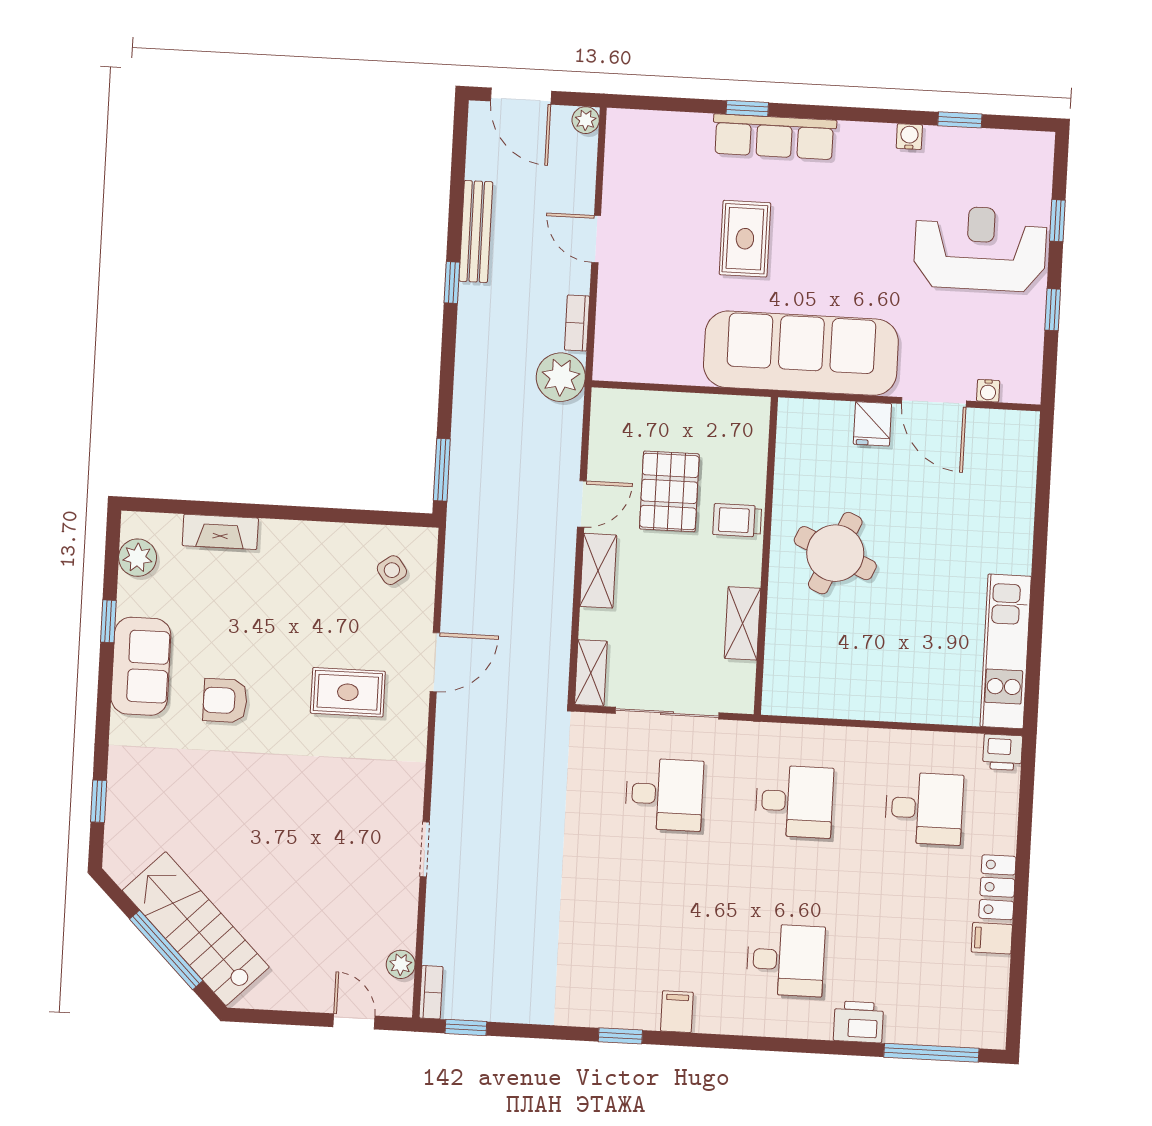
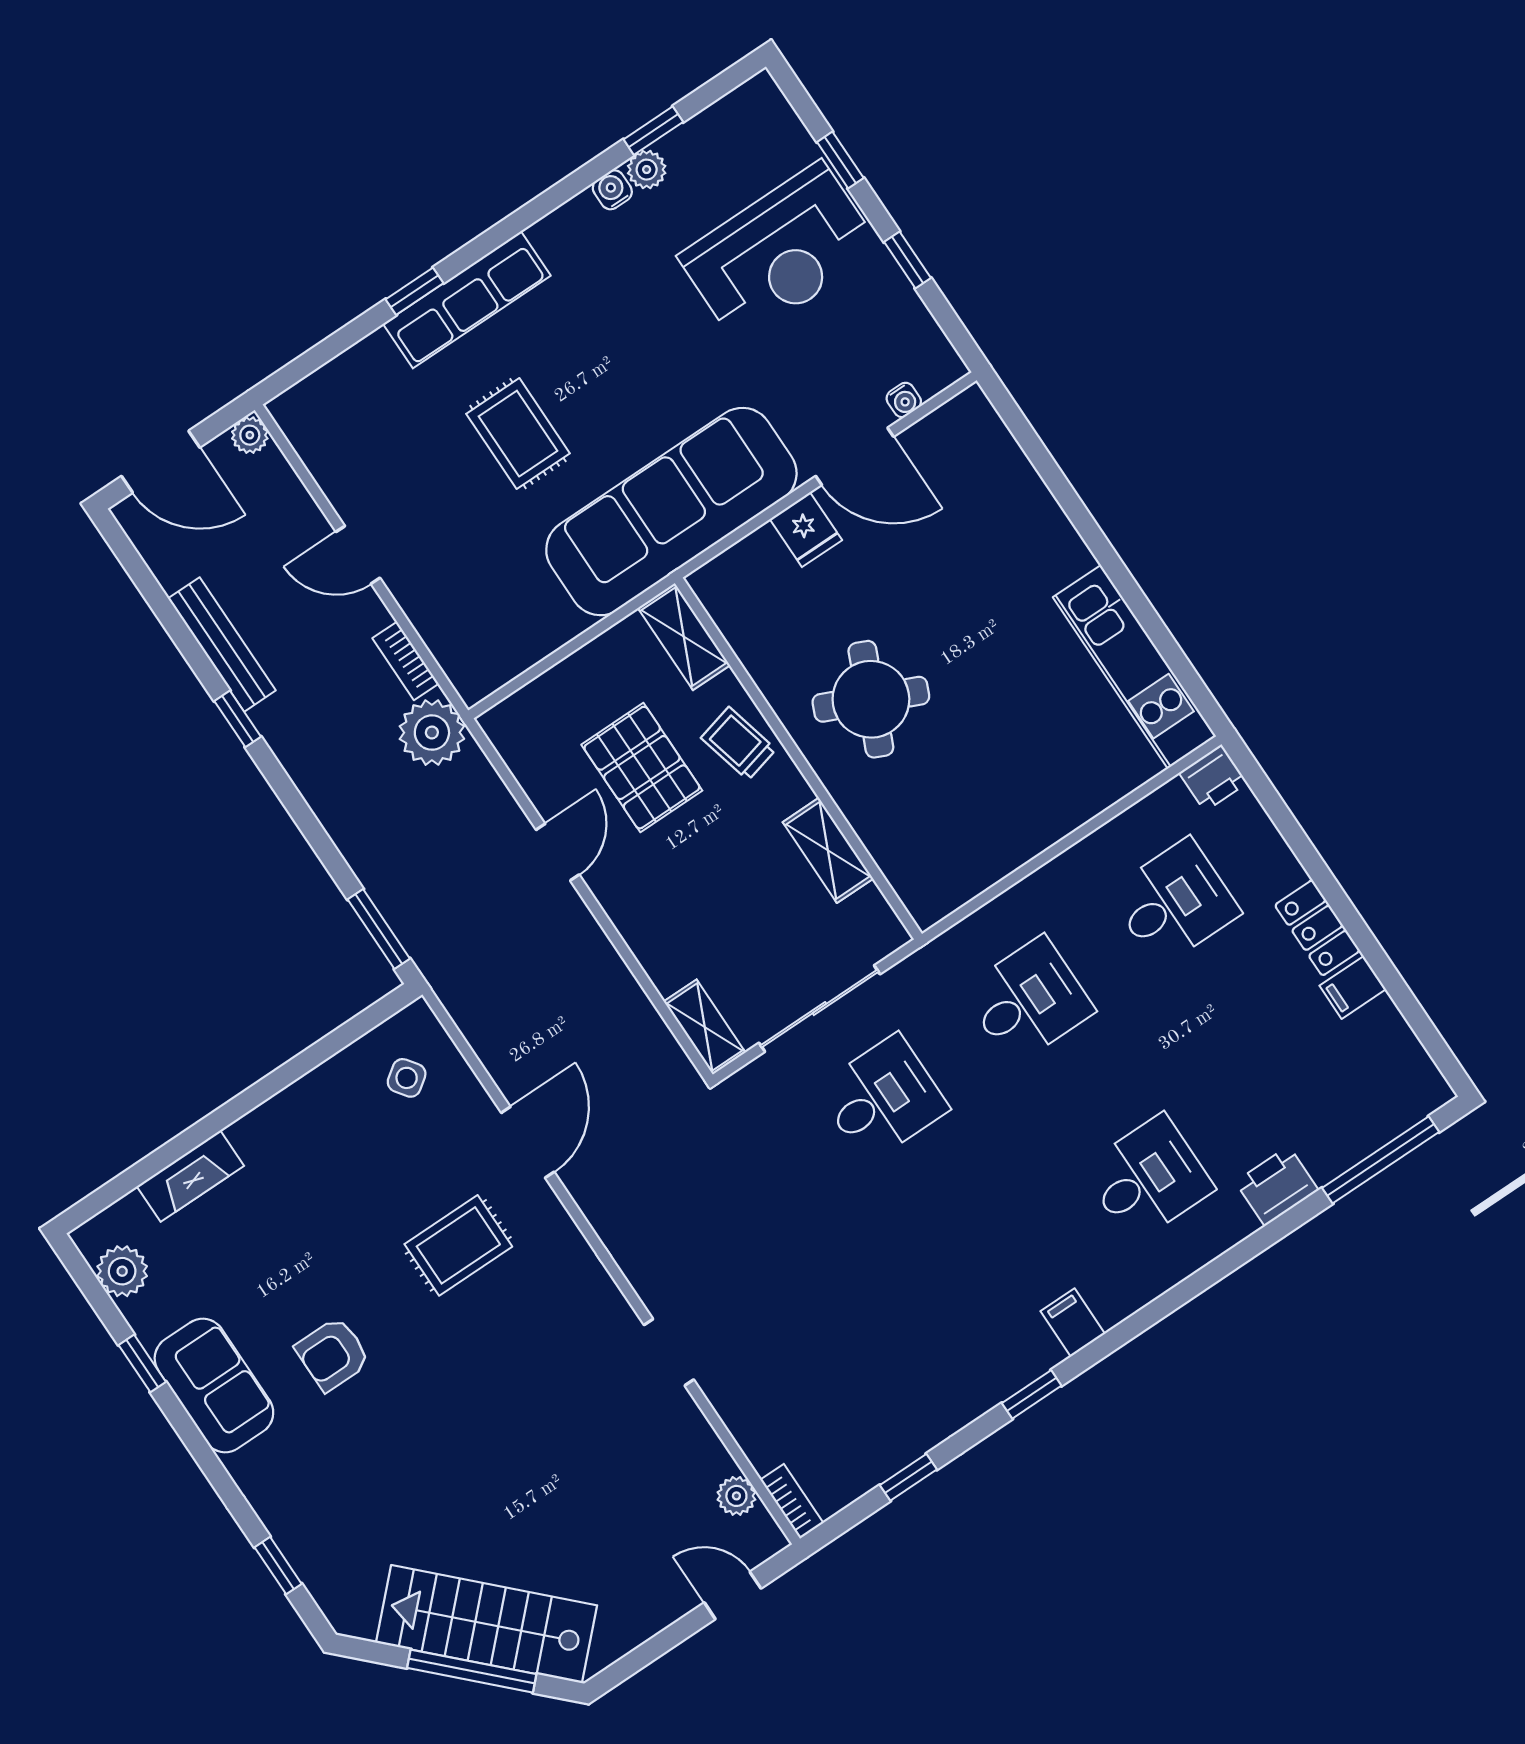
plant: (939, 140) -> (647, 170), added
reception desk: (980, 248) -> (780, 253), turned 180
trolley: (737, 520) -> (738, 744), turned 76
shelving: (598, 571) -> (684, 637), moved
window: (466, 1028) -> (908, 1477), moved

